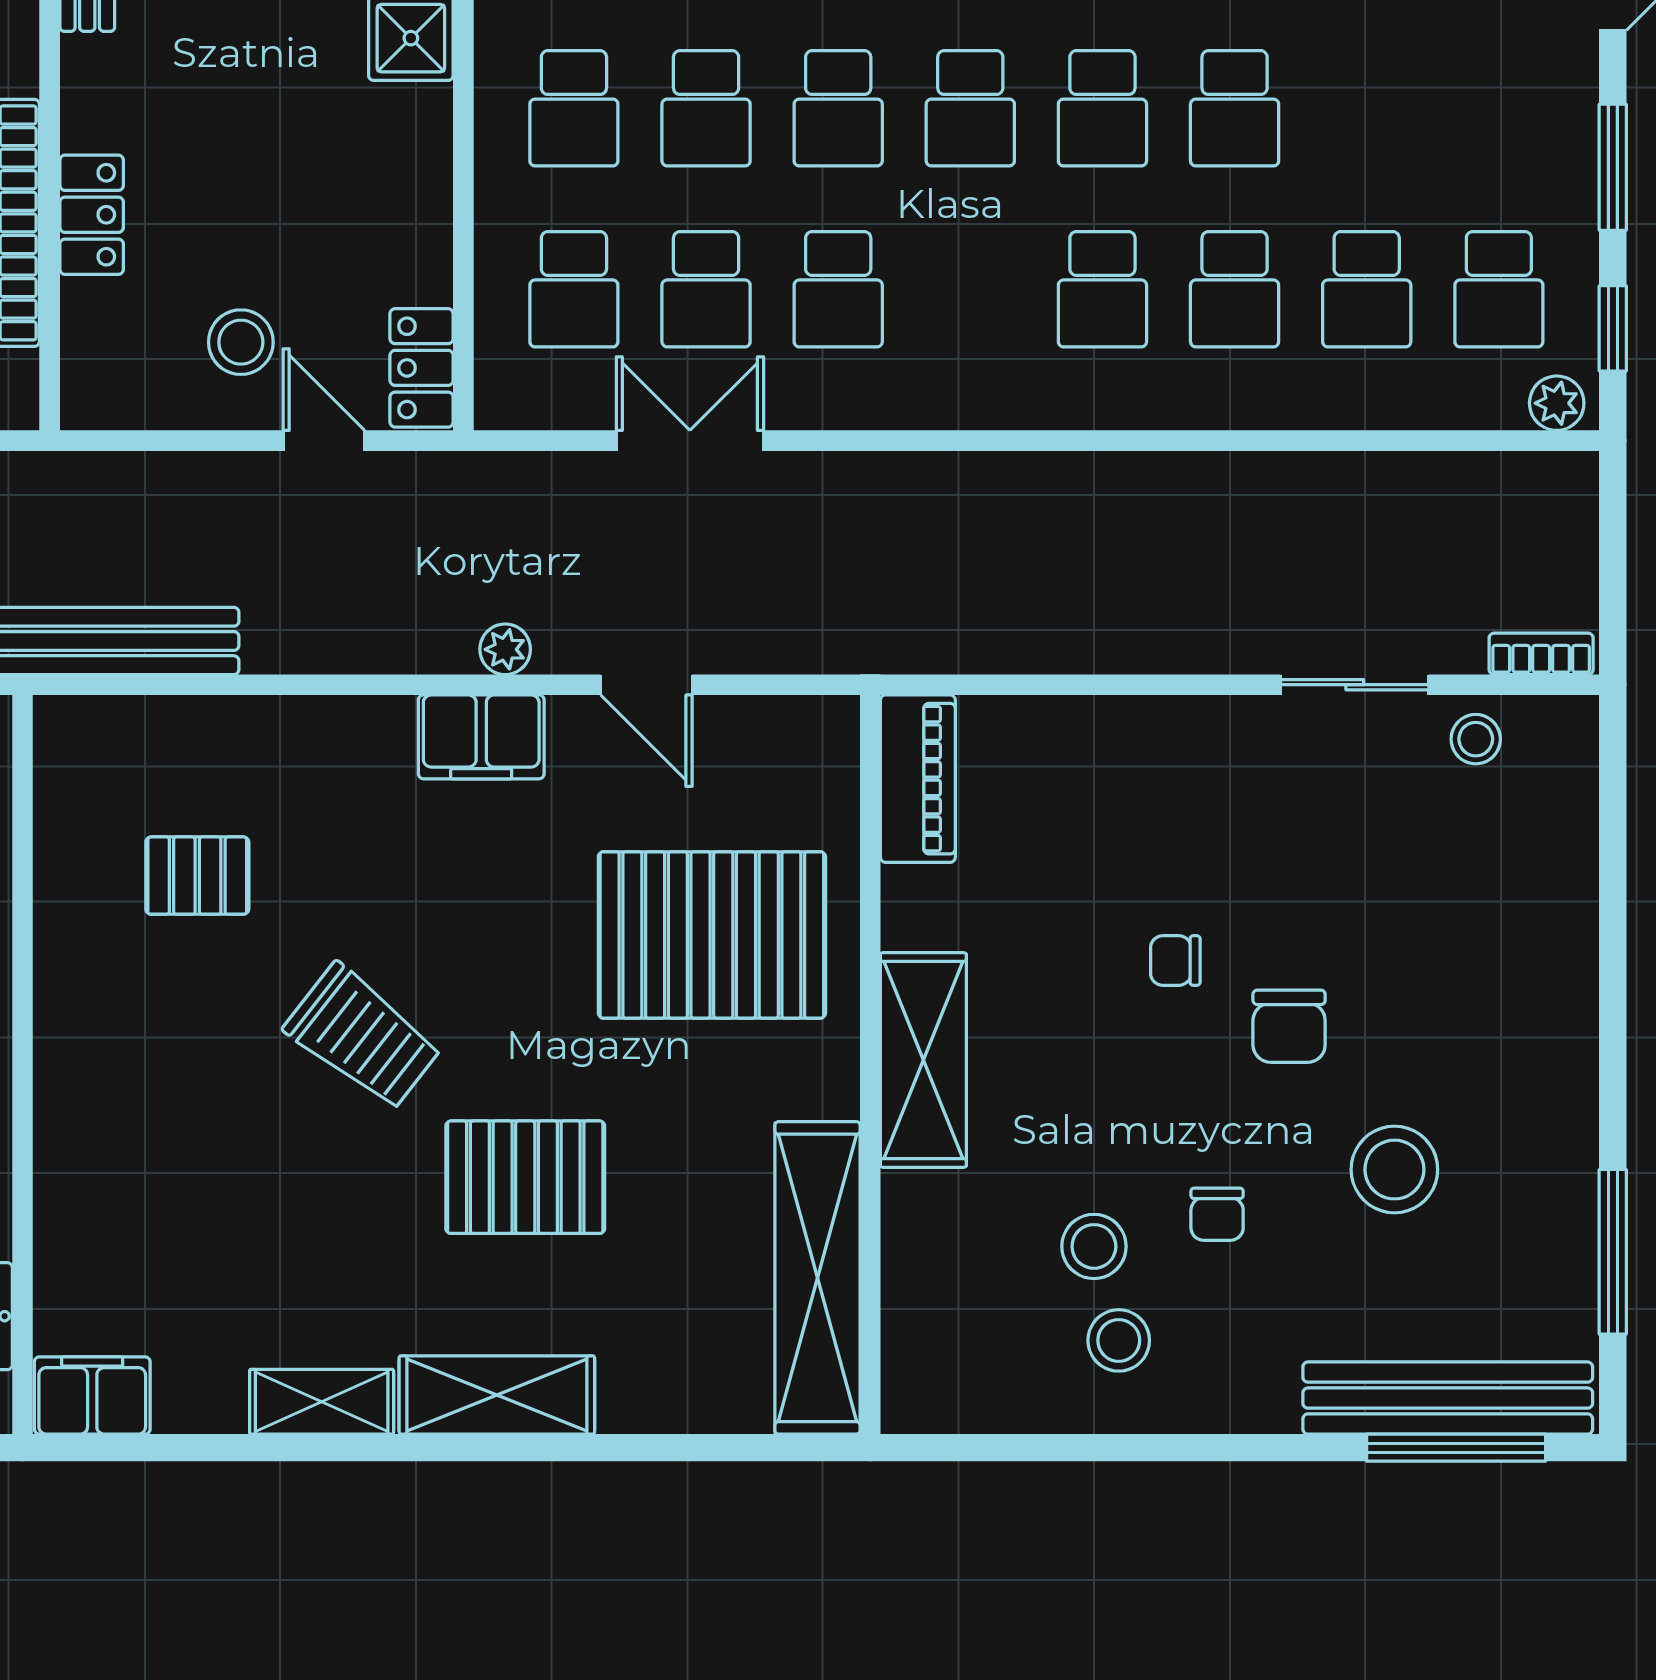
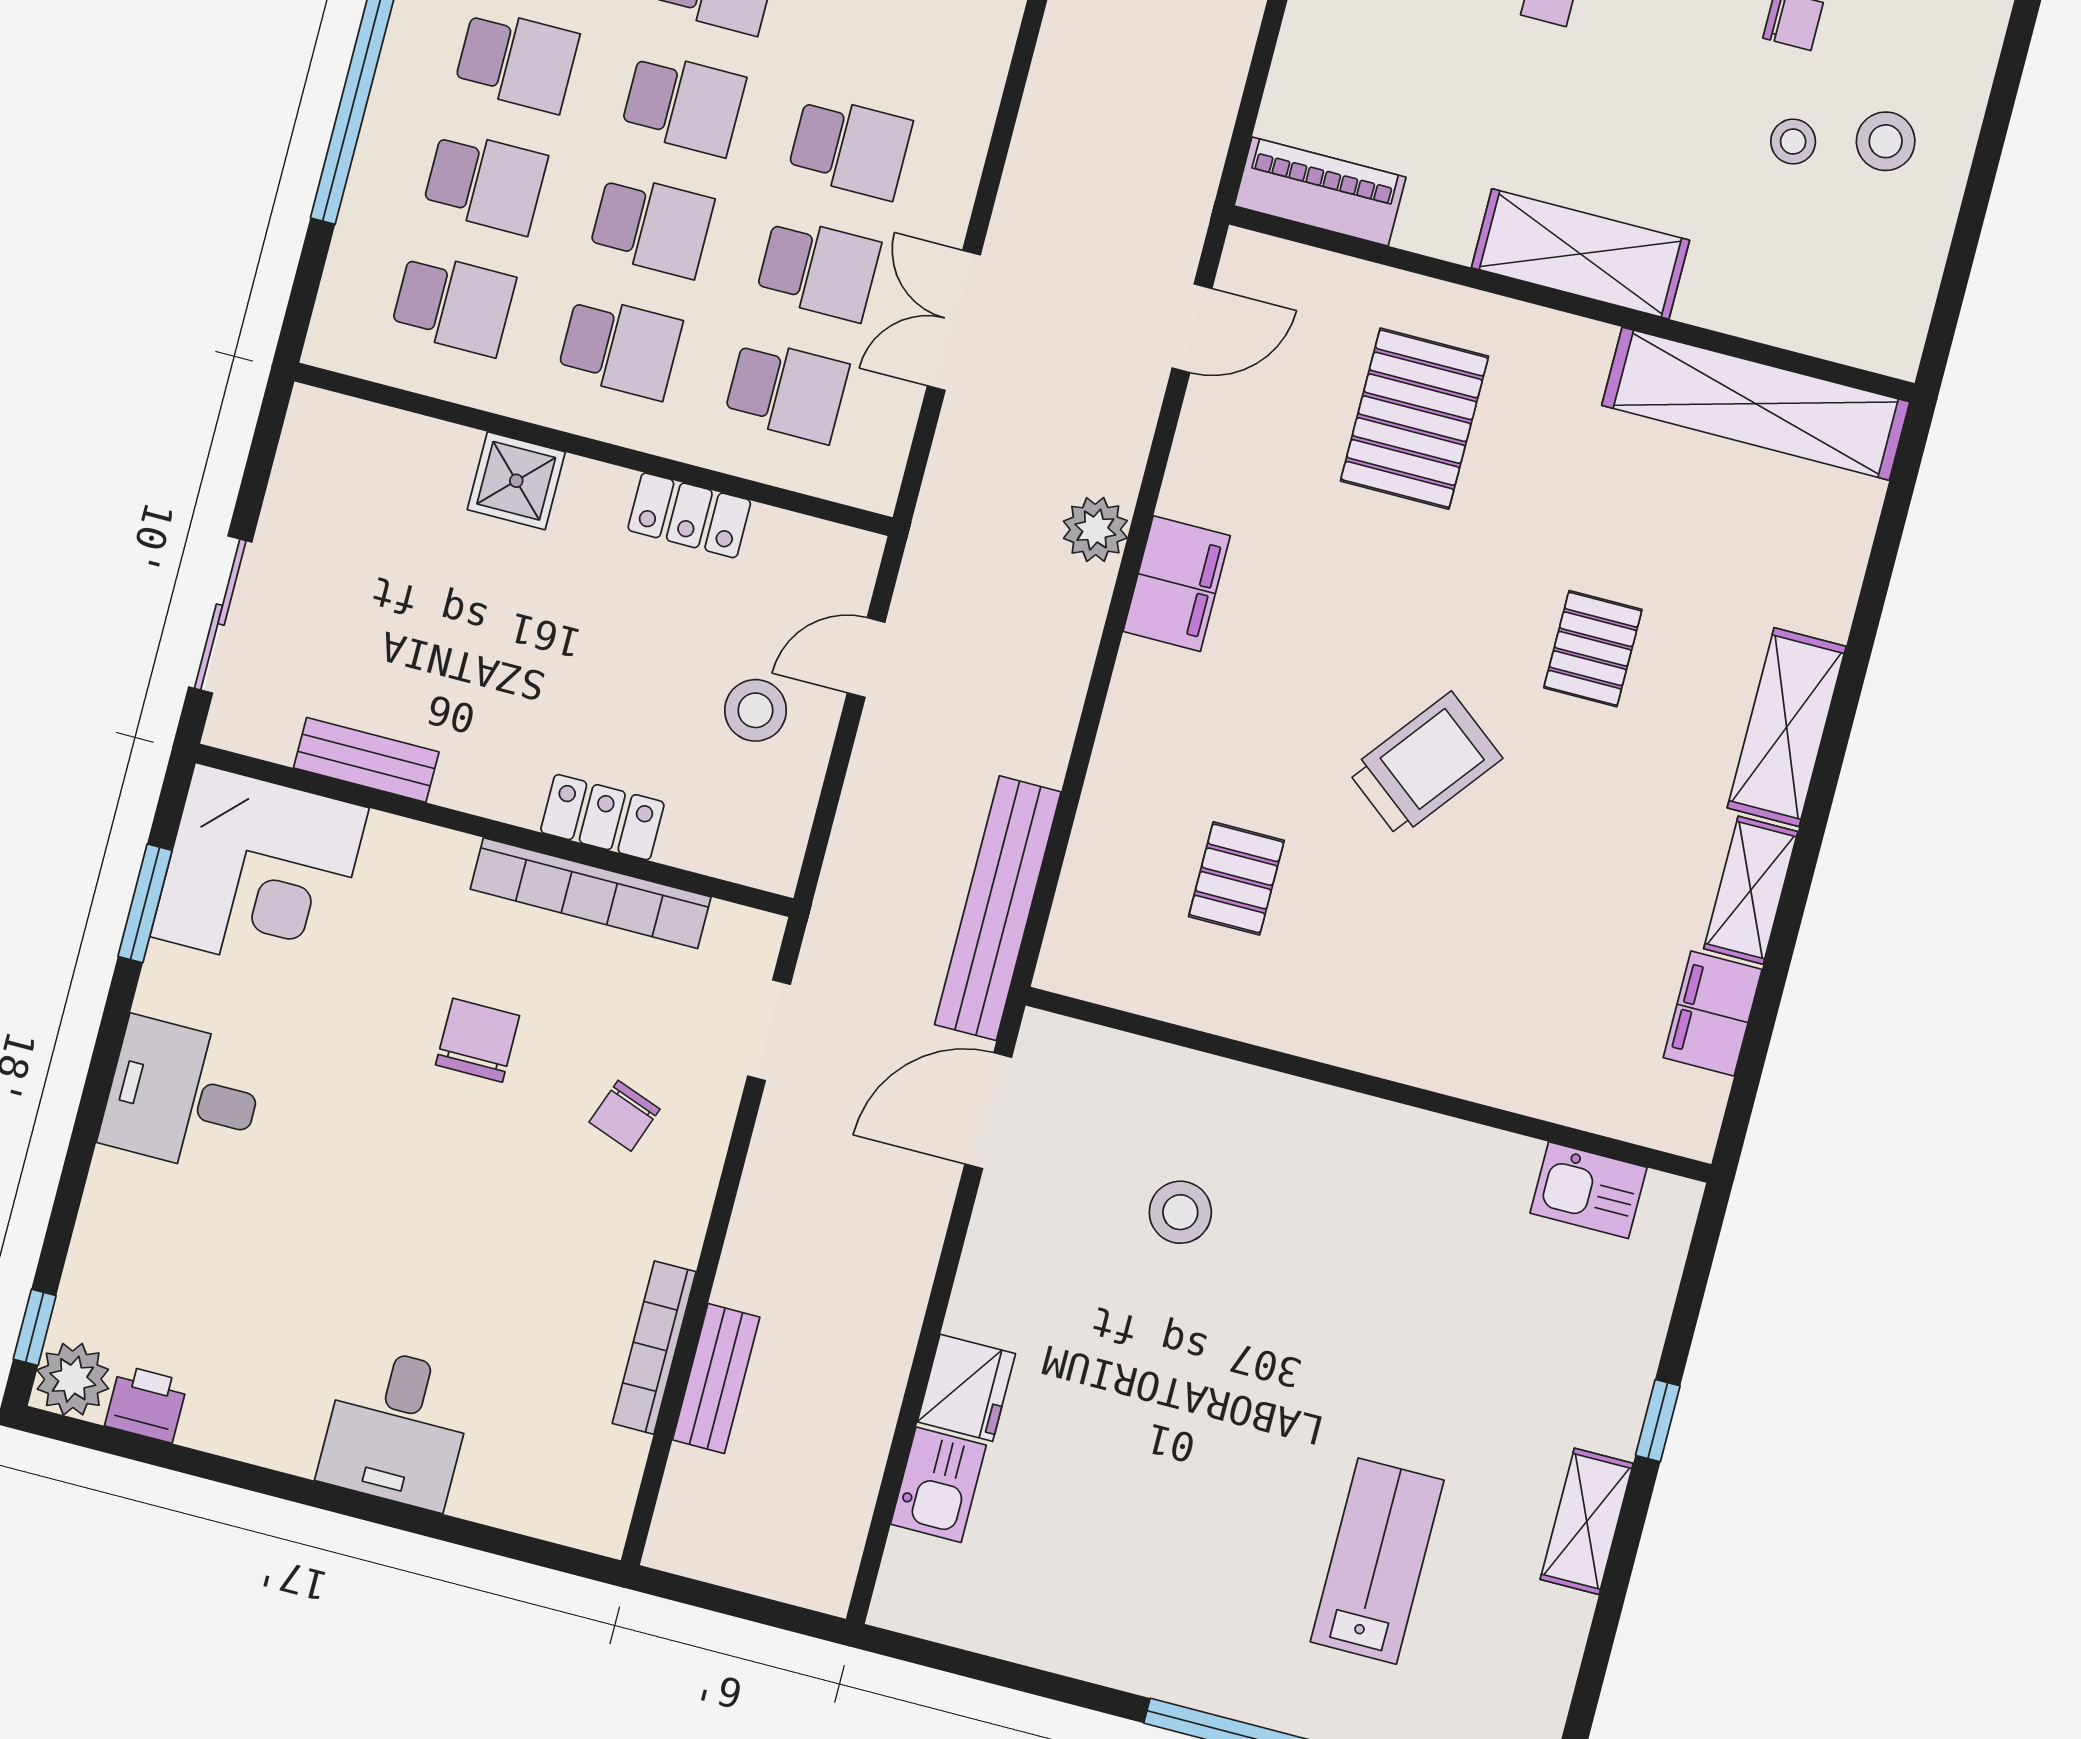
locker: (422, 368) -> (689, 515), moved
plant: (505, 649) -> (1095, 530), width x1.38, depth x1.38
door: (646, 685) -> (1192, 328), moved
pallet: (712, 935) -> (1415, 419), width x0.73, depth x0.71
pallet: (525, 1177) -> (1593, 649), width x0.67, depth x0.71
stool: (1094, 1246) -> (1793, 142), width x0.73, depth x0.73
filing cabinet: (92, 1395) -> (1713, 1013), moved

